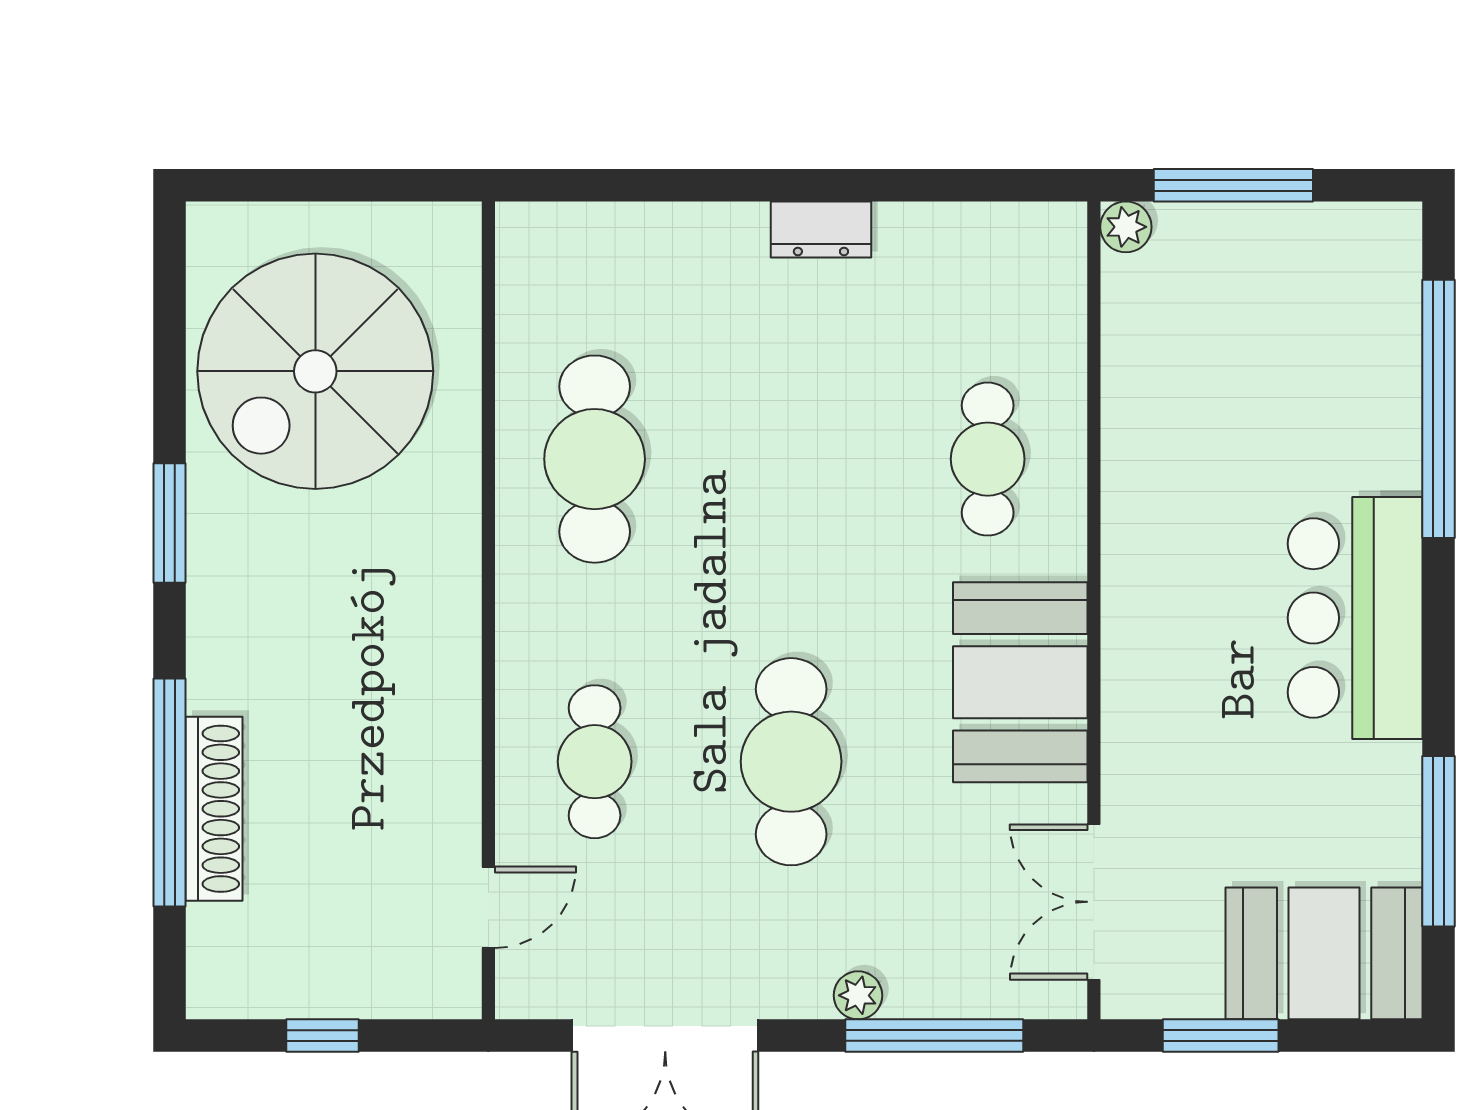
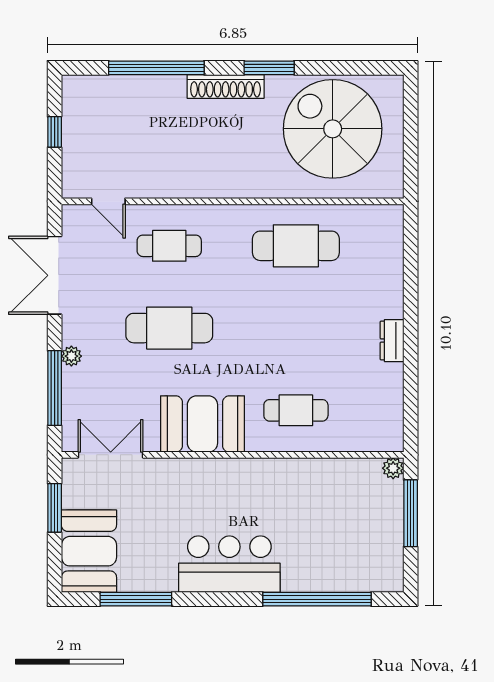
shoe rack: (214, 809) -> (226, 86), moved

